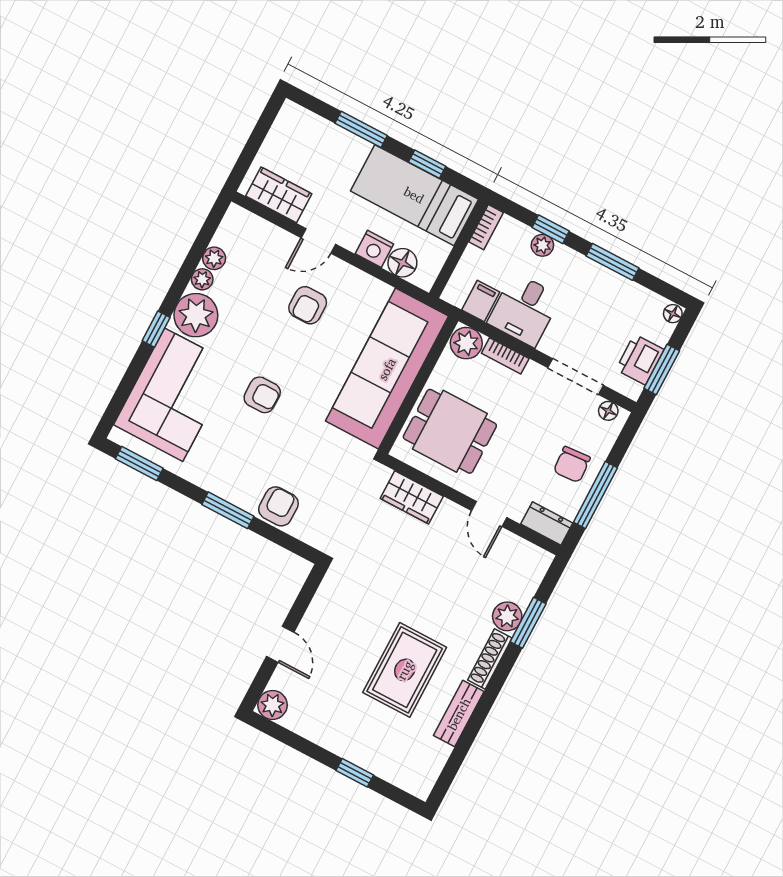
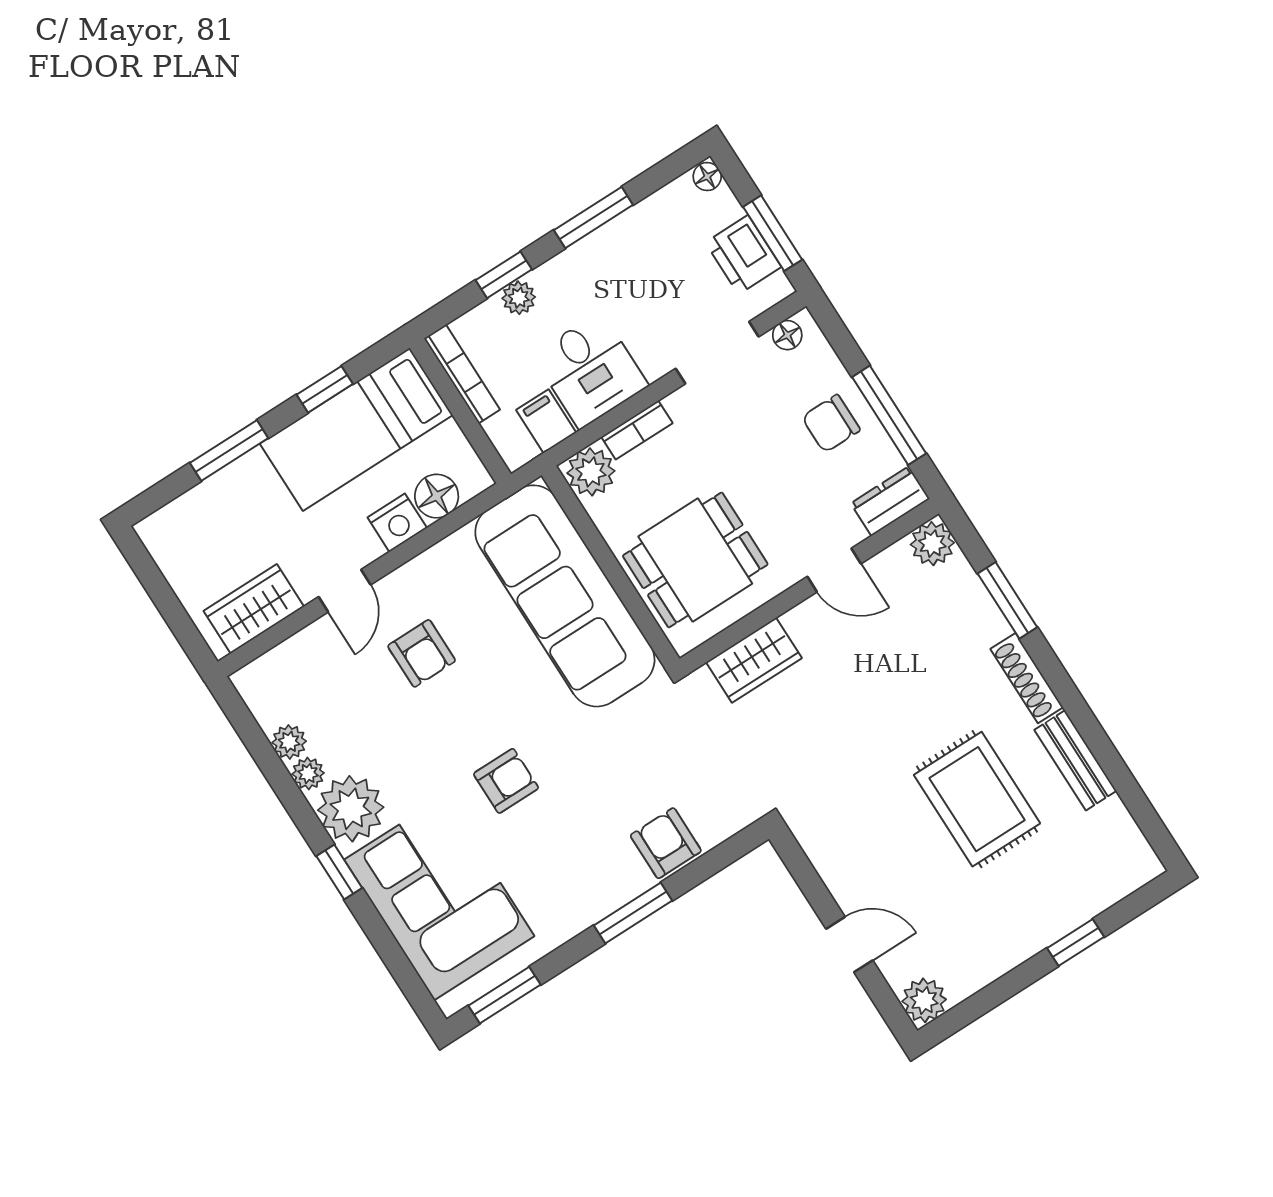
bookcase: (486, 227) -> (462, 374), width x1.56
chair: (572, 464) -> (831, 424), turned 94
plant: (507, 616) -> (932, 544), moved

